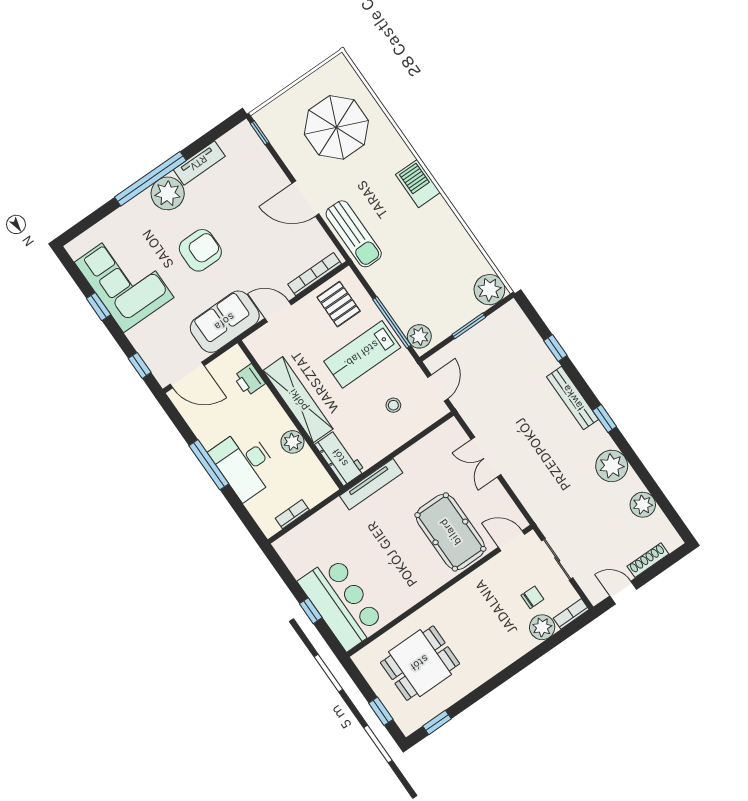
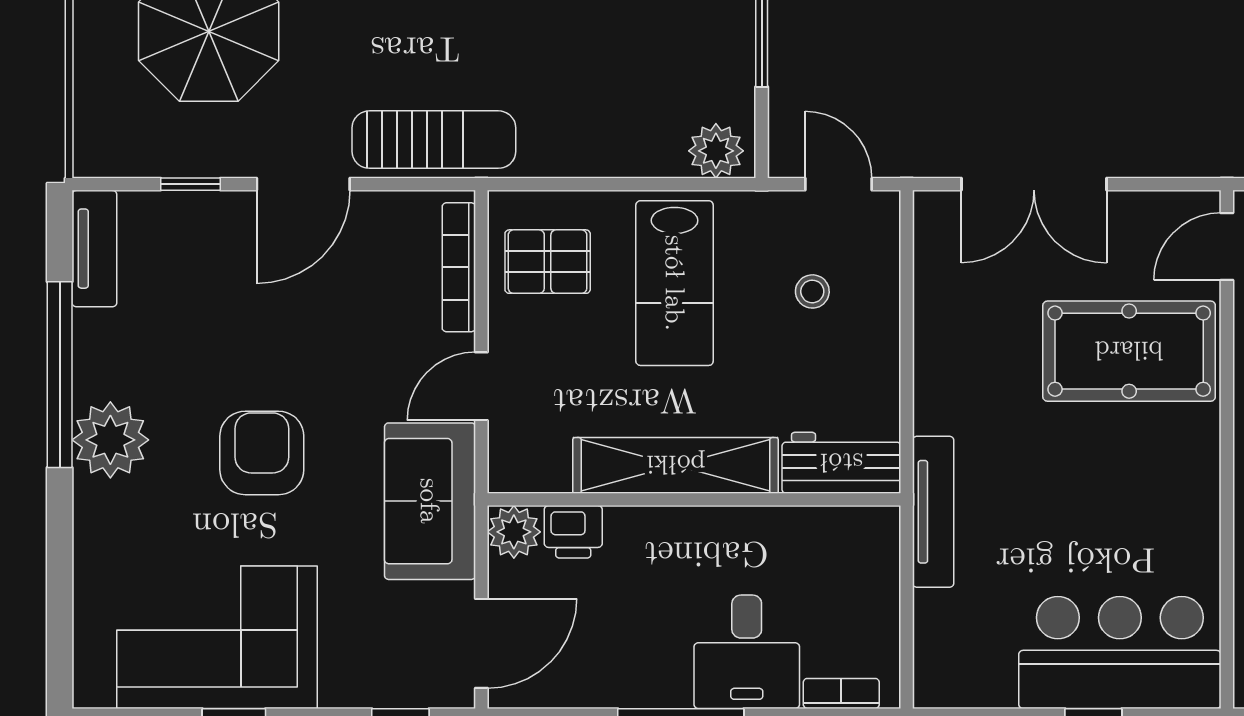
window: (260, 133) -> (191, 184), moved
tv unit: (199, 163) -> (94, 249), moved
window: (150, 179) -> (60, 375), moved
window: (392, 322) -> (653, 184), removed
plant: (292, 442) -> (514, 532), moved
double door: (486, 457) -> (1034, 184), width x1.37
desk: (245, 464) -> (747, 652), width x0.73
tv unit: (371, 484) -> (933, 512), moved
bookcase: (292, 514) -> (841, 693), moved, turned 90

